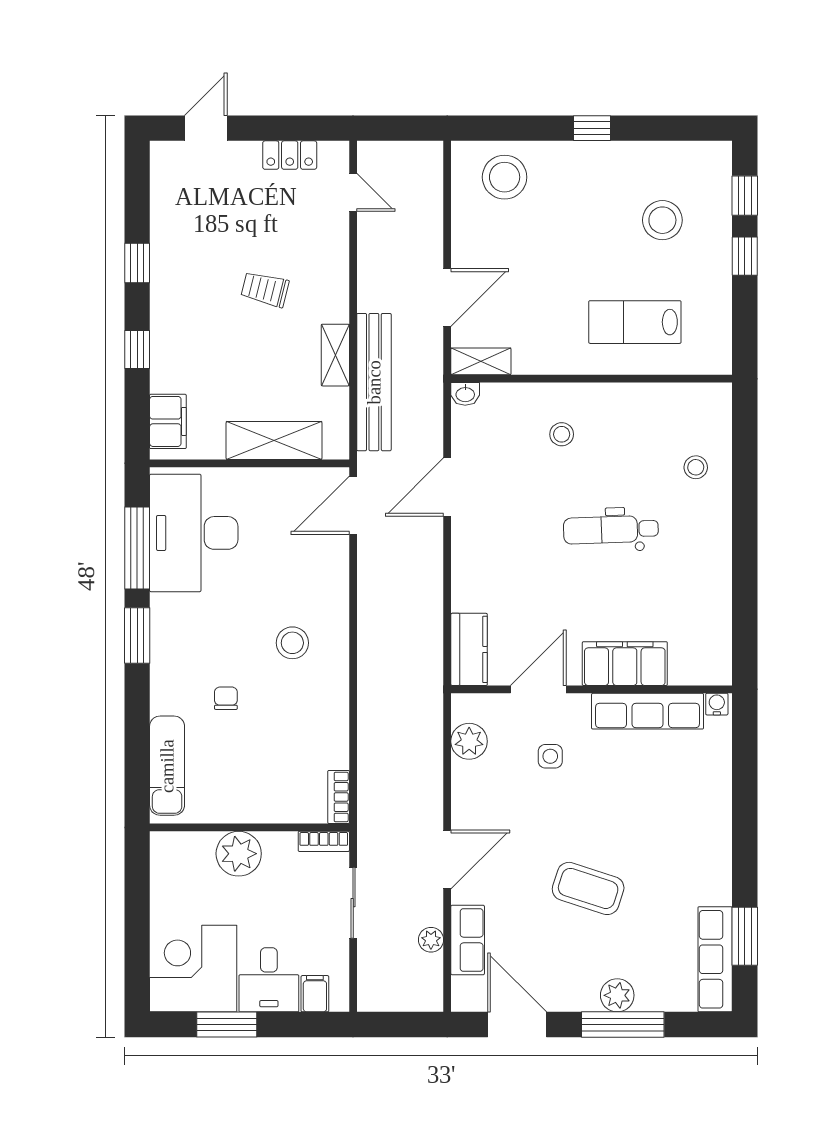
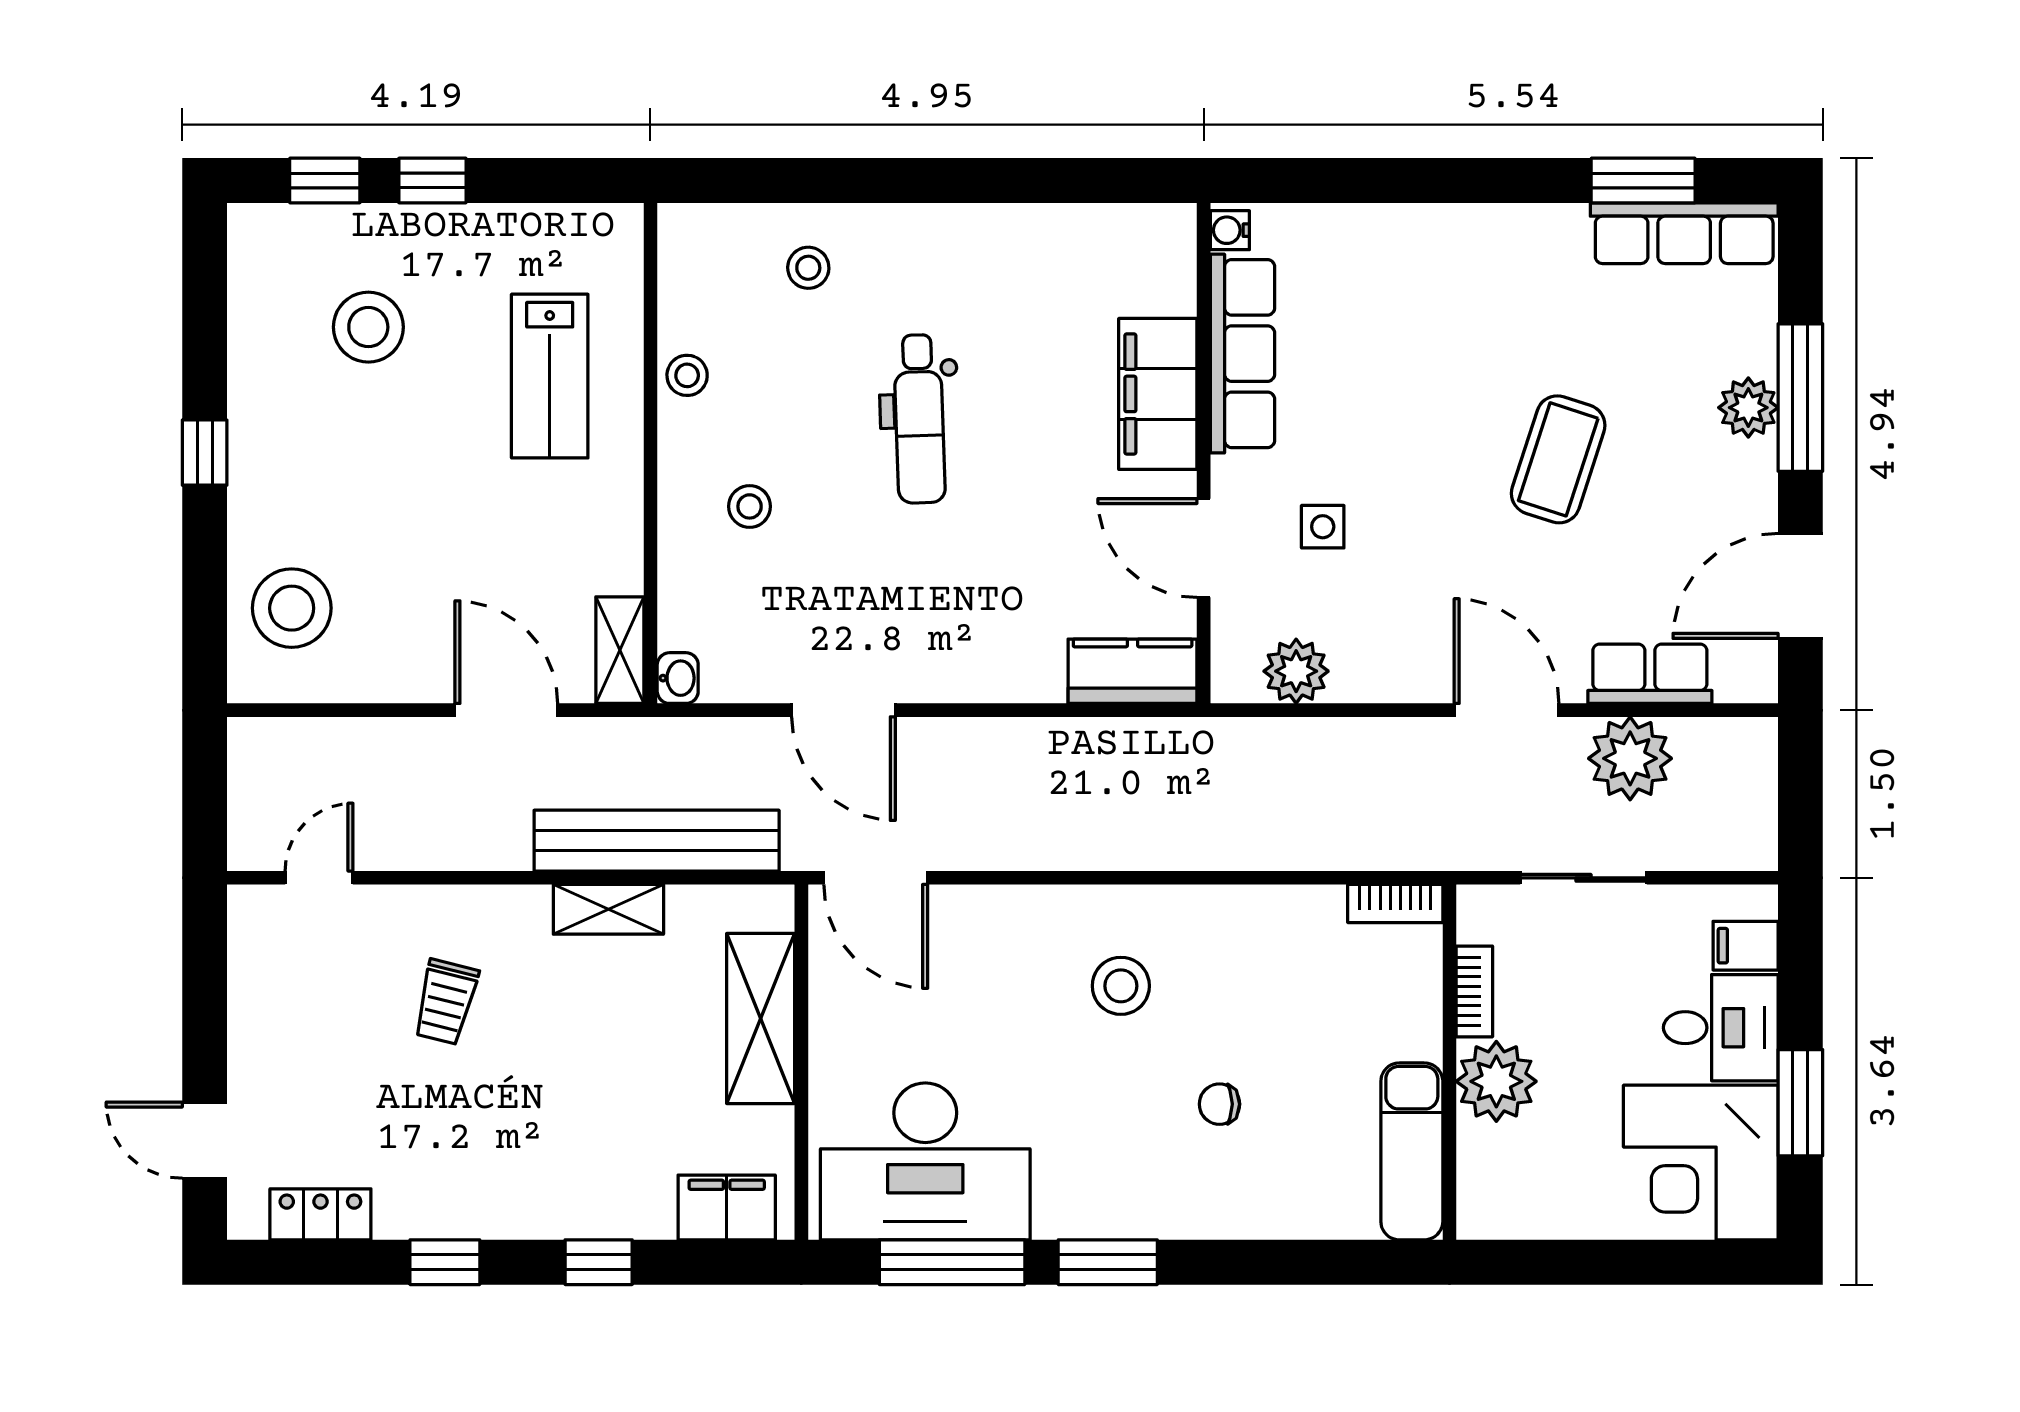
locker: (290, 155) -> (320, 1214), moved, turned -90
trolley: (265, 289) -> (446, 1002), moved
stool: (635, 399) -> (687, 375), added
exam couch: (167, 766) -> (1412, 1151), moved, turned -90
bookcase: (324, 841) -> (1474, 991), moved
plant: (431, 940) -> (1630, 758), width x1.88, depth x1.88

